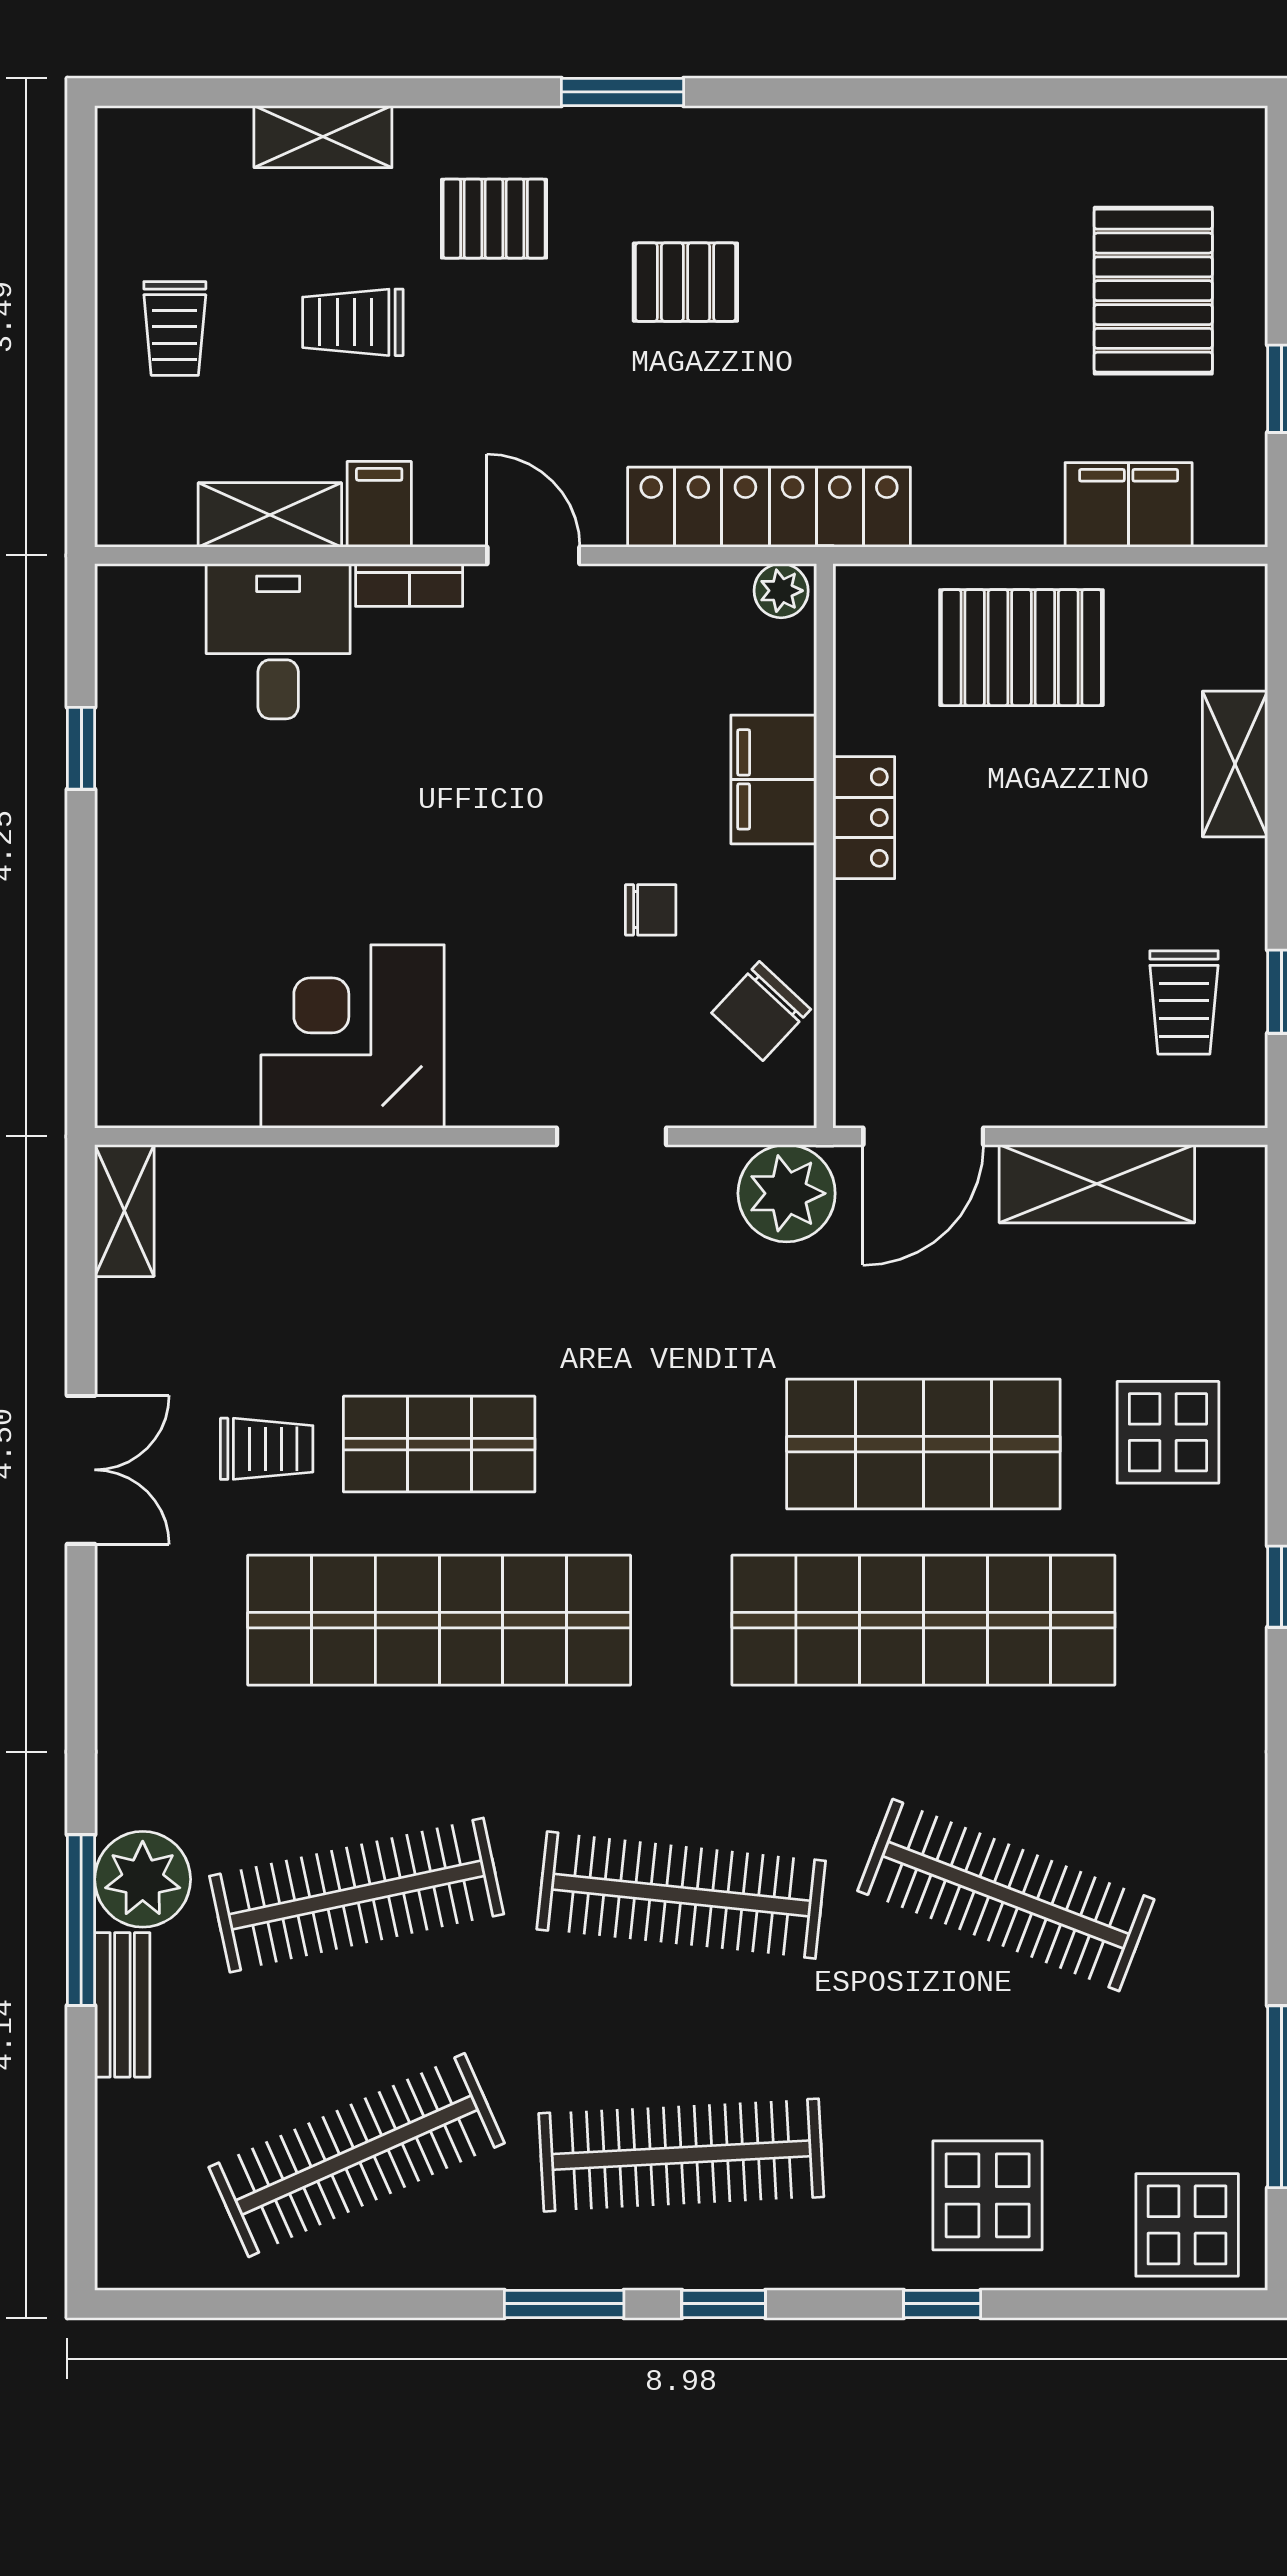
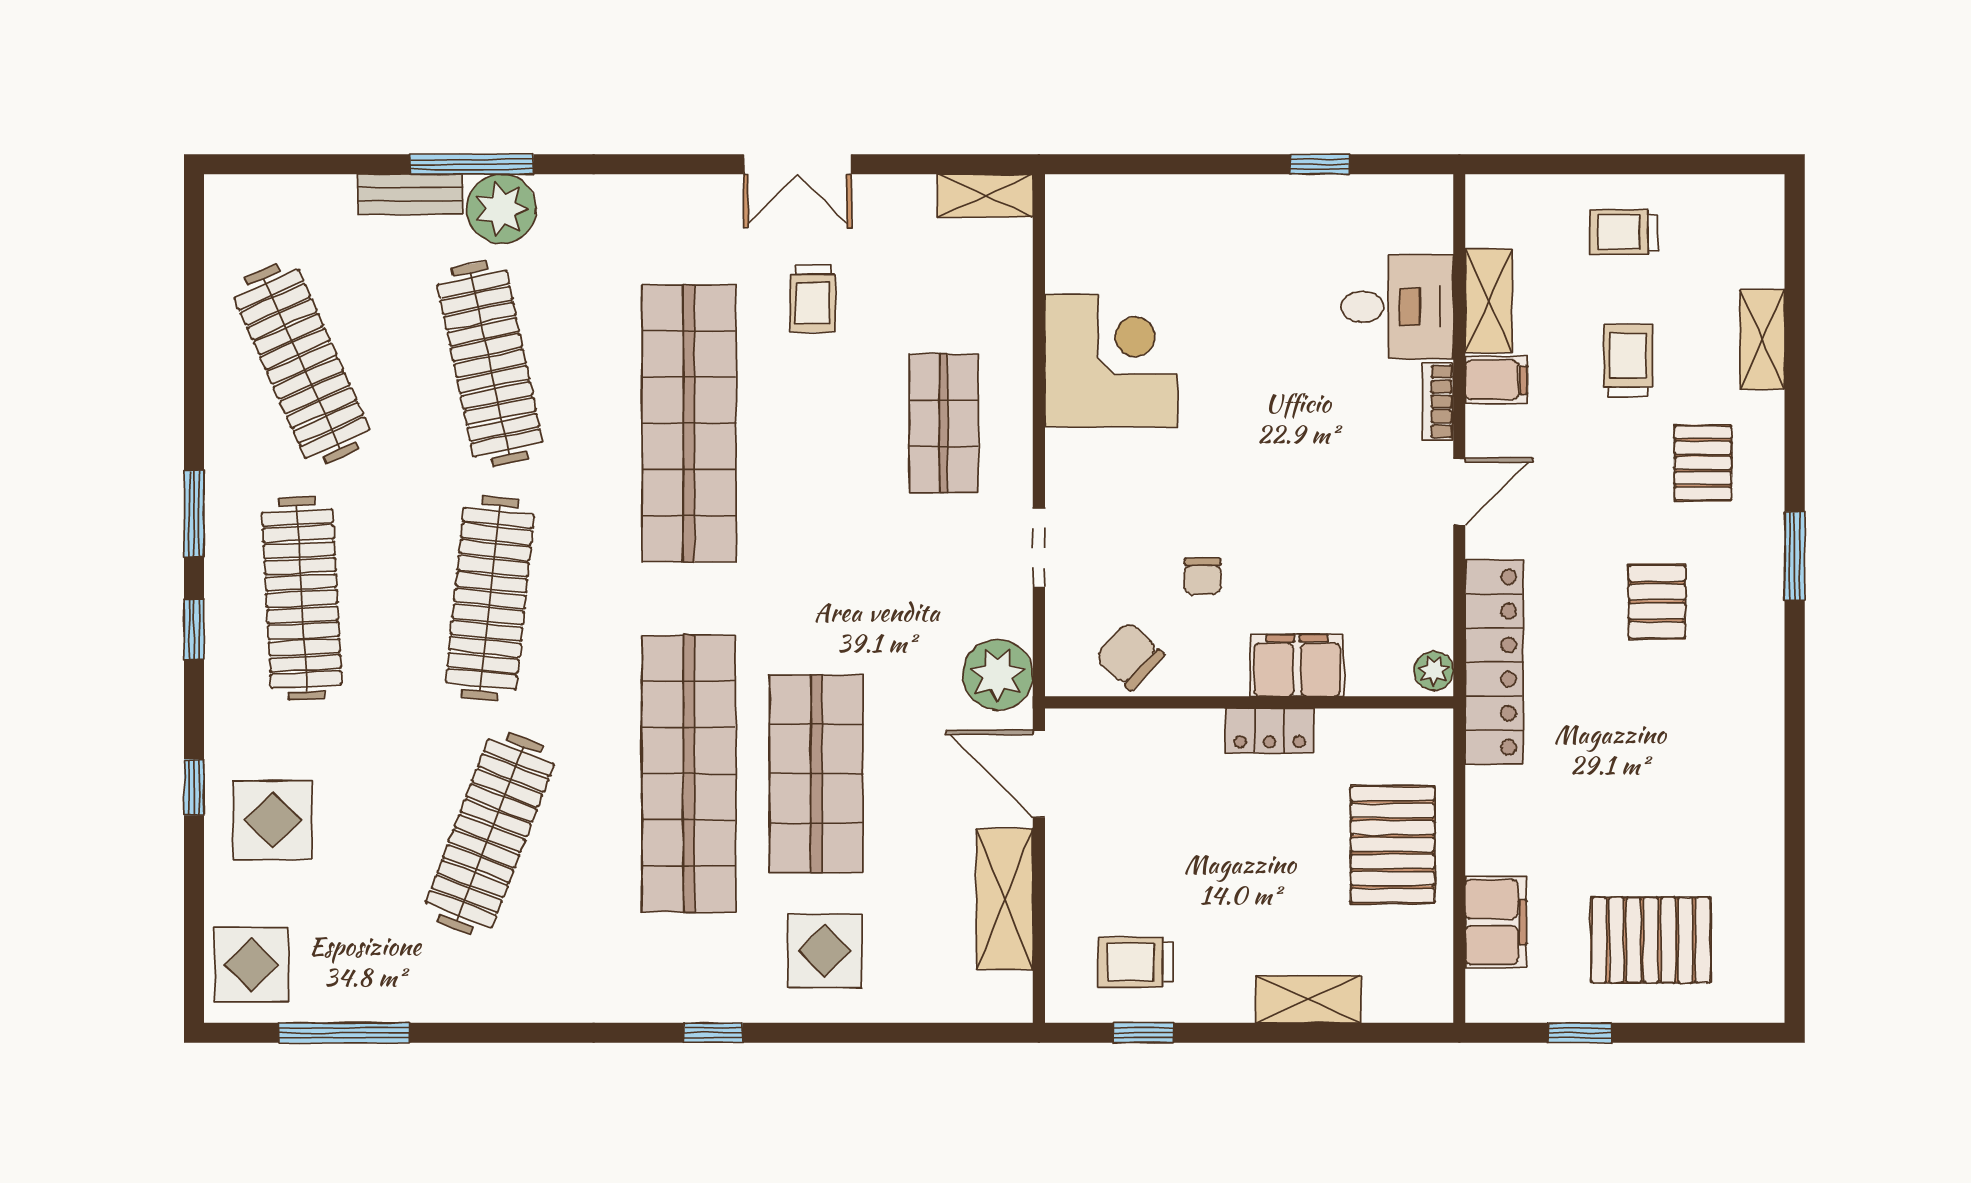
shop shelf: (439, 1444) -> (944, 423), moved

